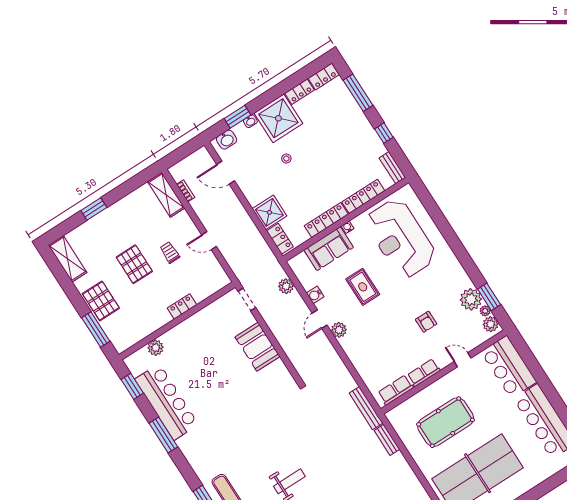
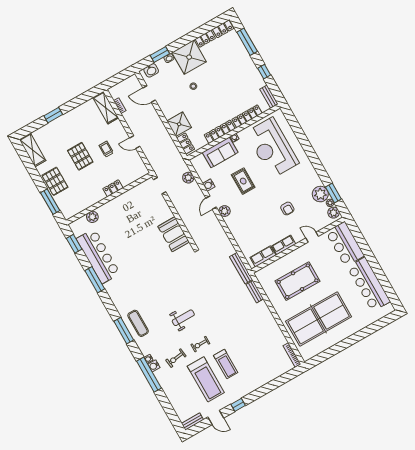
booth: (257, 347) -> (174, 234), moved

